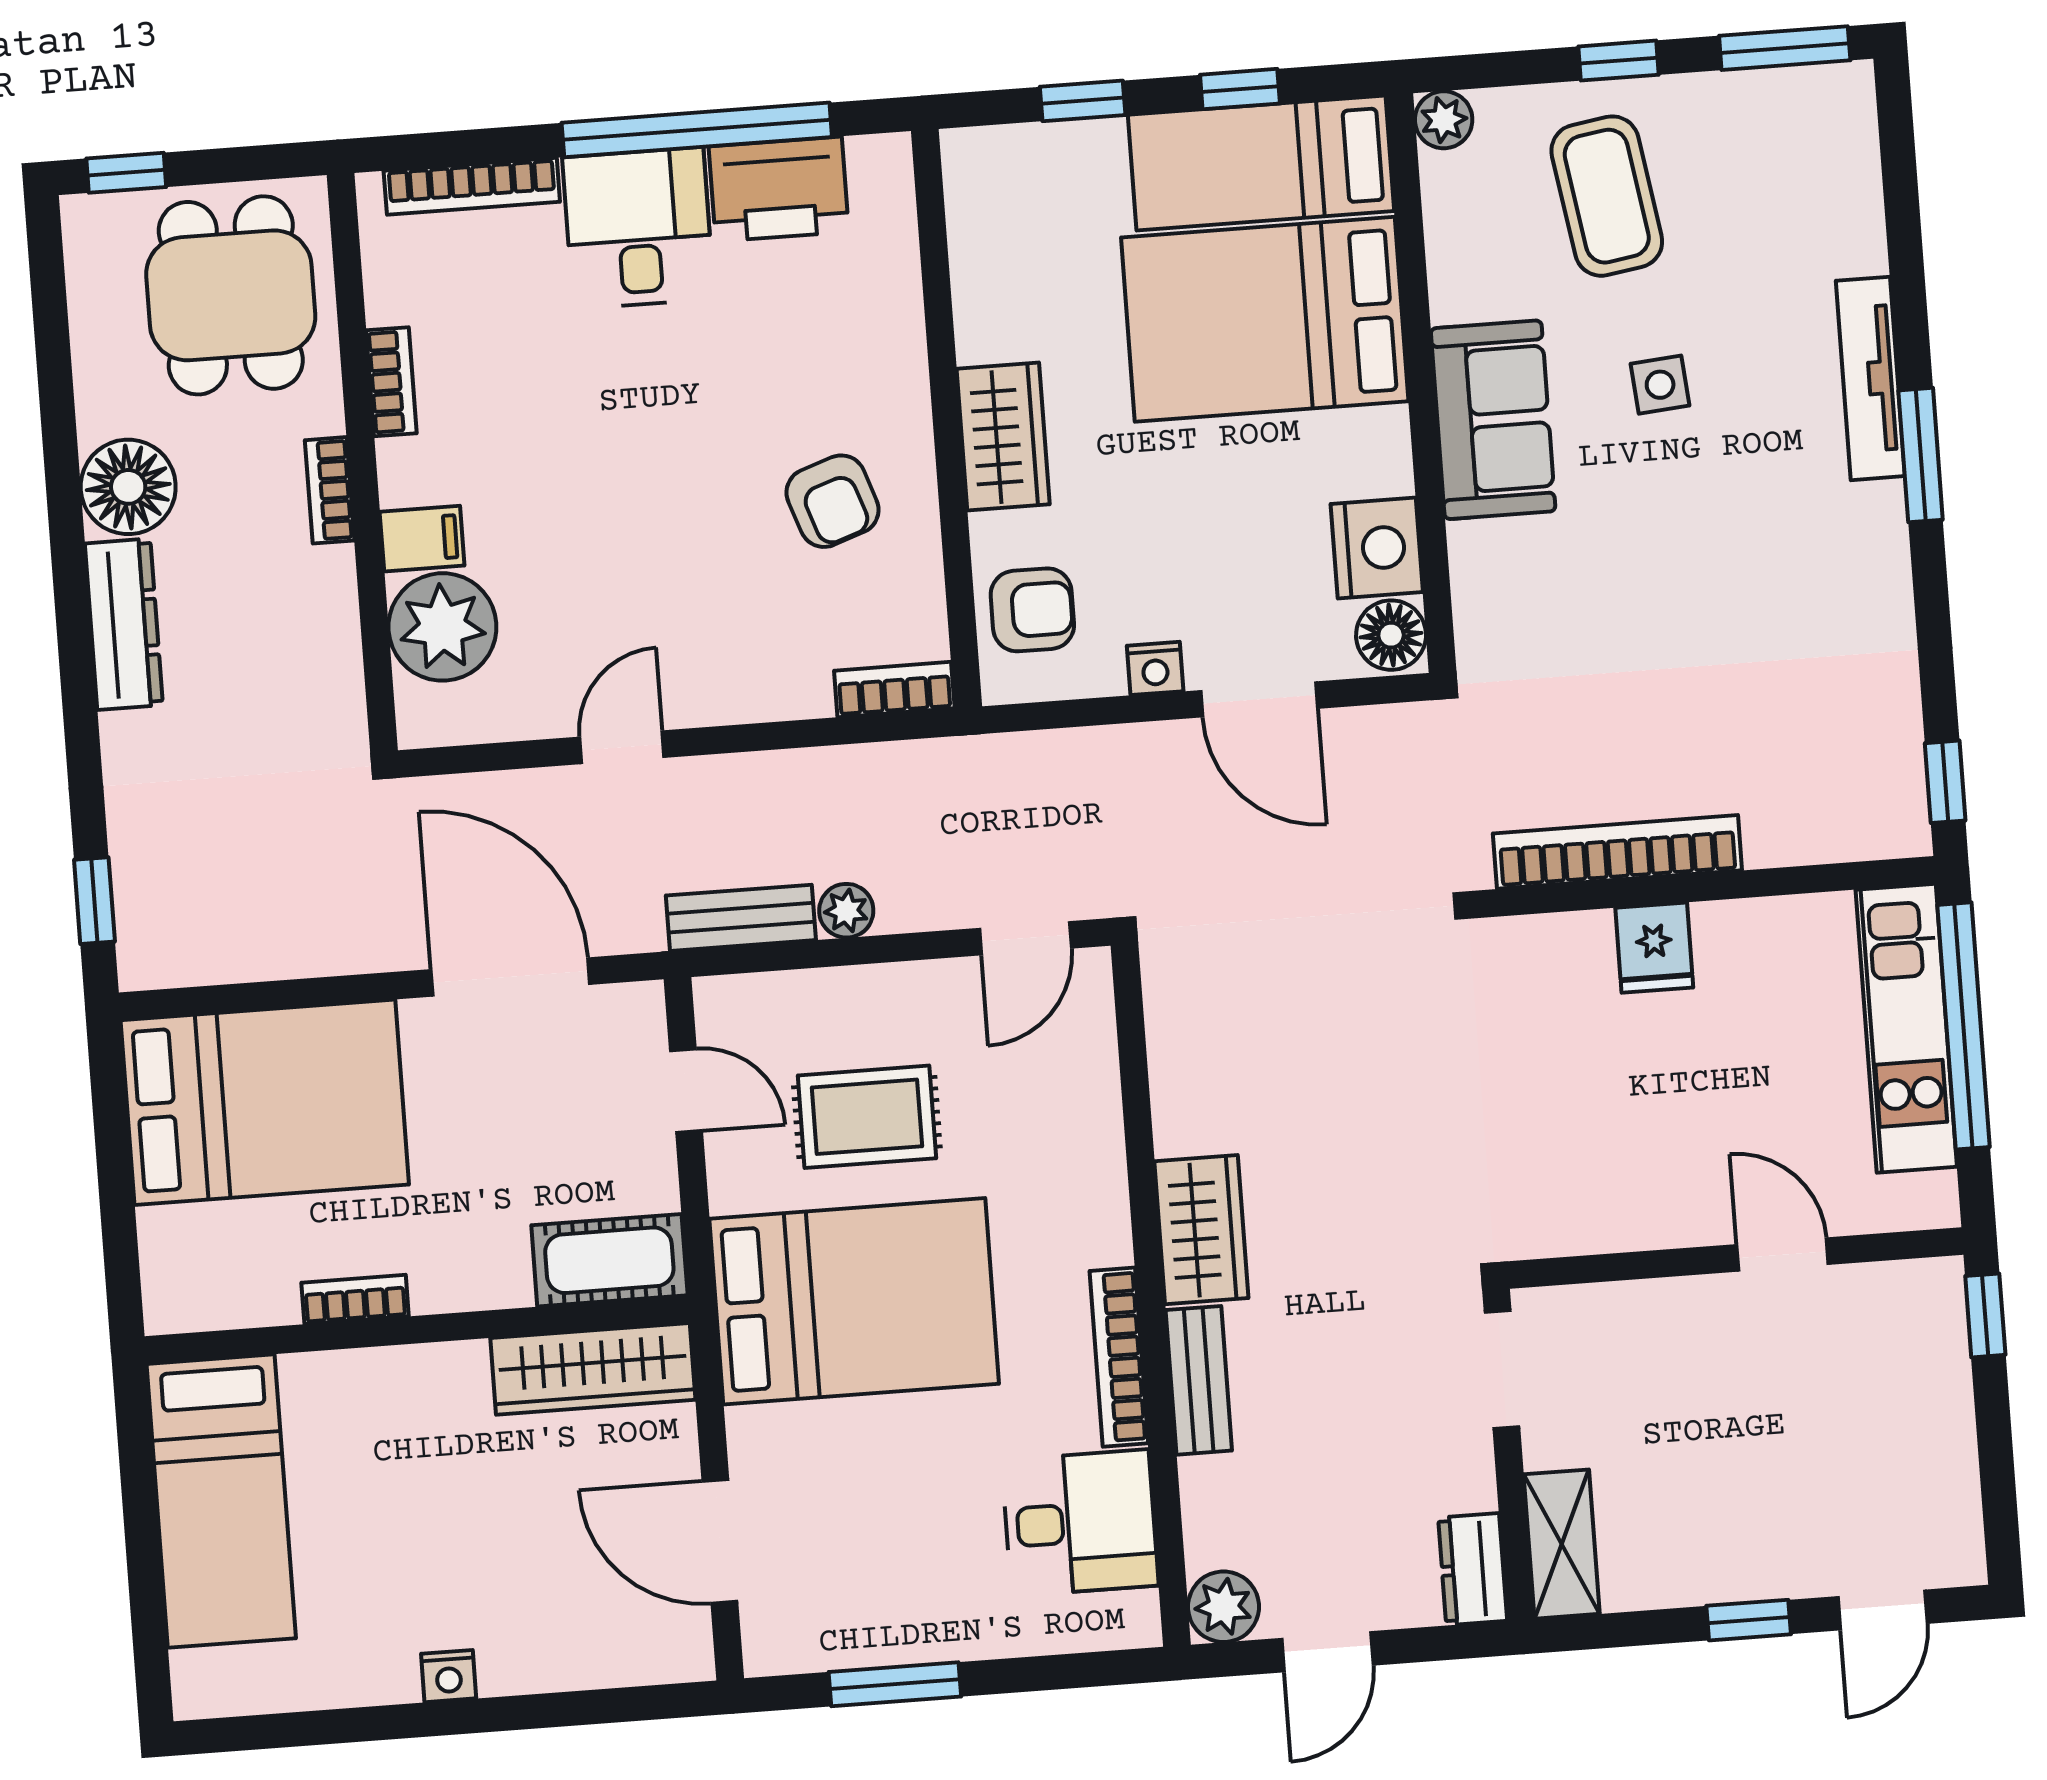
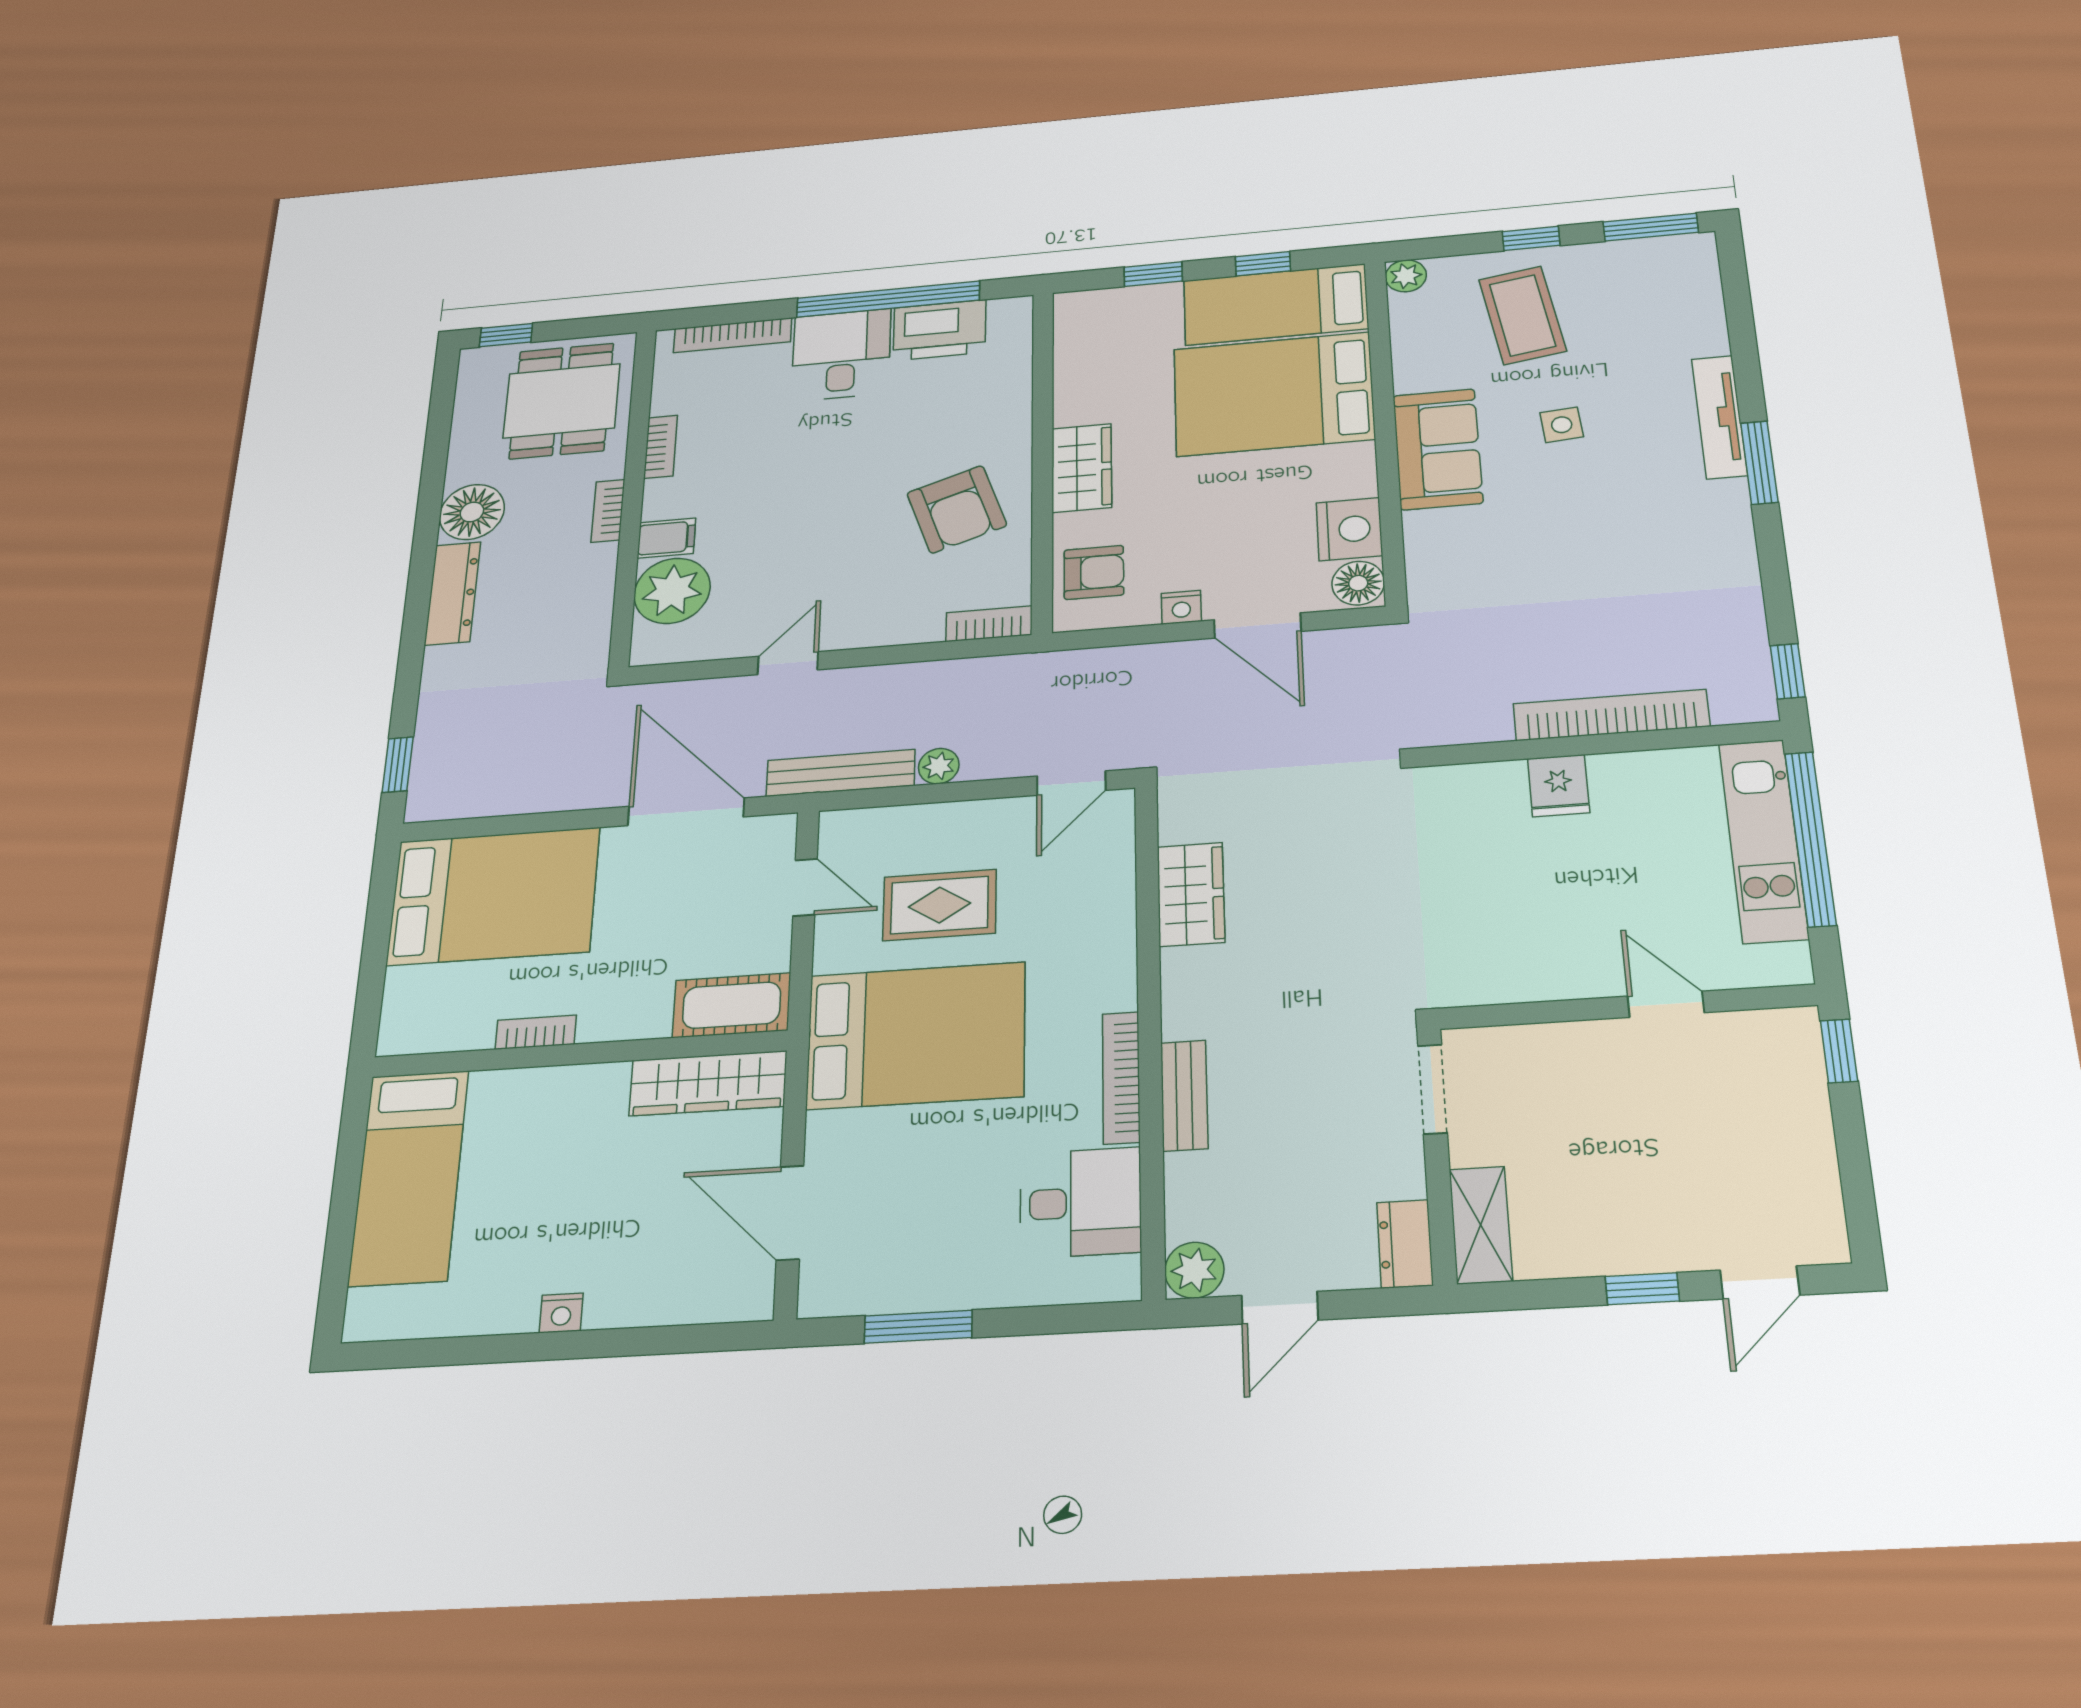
armchair: (833, 501) -> (957, 509), width x1.38, depth x1.38
bookcase: (1617, 852) -> (1611, 715), moved
bench: (741, 918) -> (841, 773), width x1.36
wardrobe: (1201, 1230) -> (1191, 894), moved

